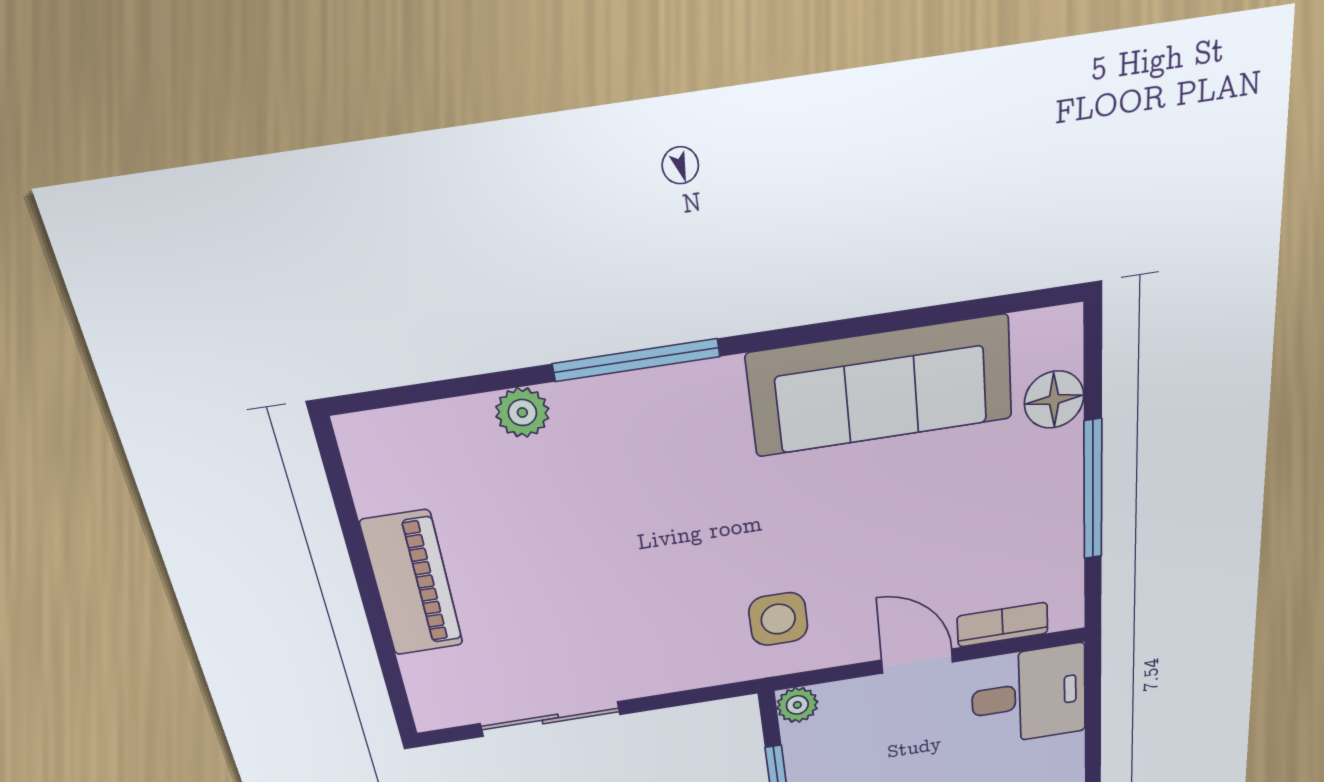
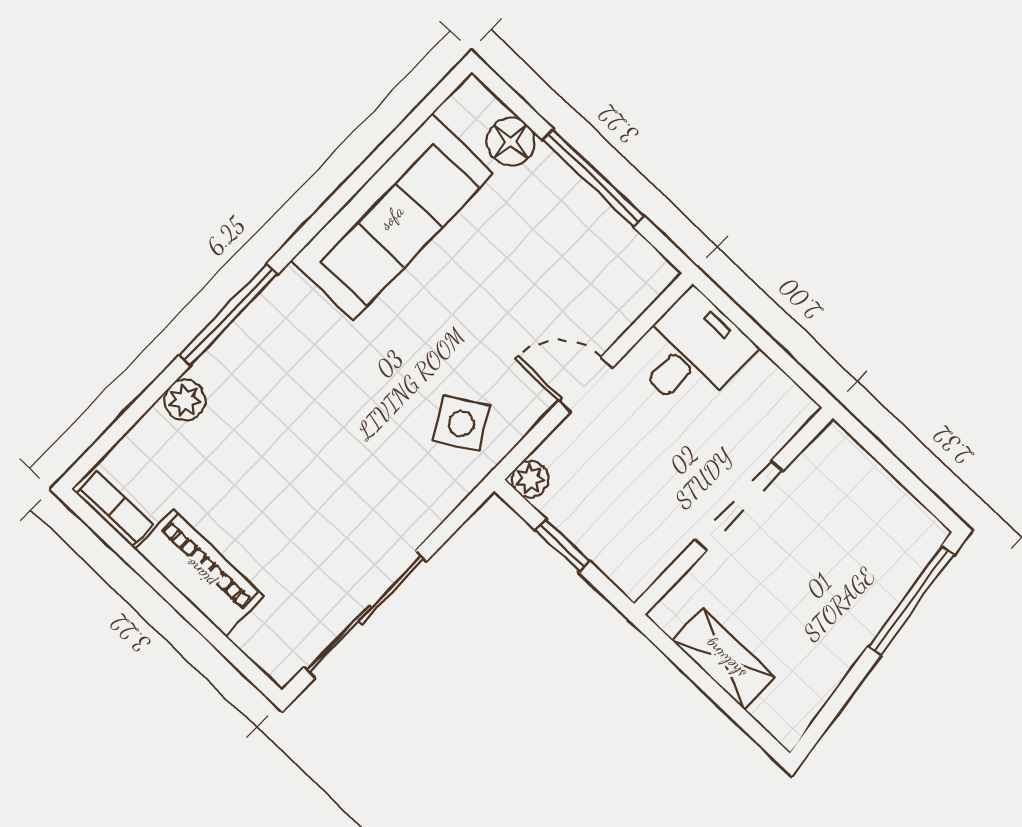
side table: (778, 619) -> (461, 423), turned -31
bookcase: (1003, 625) -> (115, 509), moved, turned 90
sliding door: (550, 719) -> (365, 614), width x1.37

